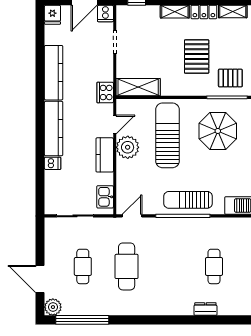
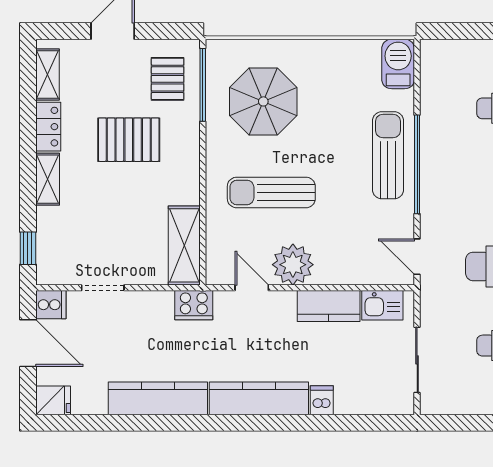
sun lounger: (167, 135) -> (271, 192), width x0.73, depth x0.75
kitchen counter: (105, 155) -> (329, 306), moved
sun lounger: (188, 200) -> (388, 155), turned 180

